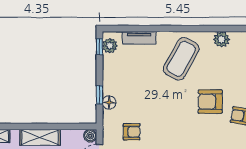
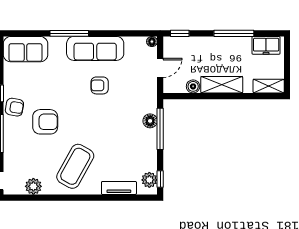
window: (99, 95) -> (160, 129), width x2.17
armchair: (132, 132) -> (100, 85), moved
boiler: (90, 136) -> (193, 86), moved

